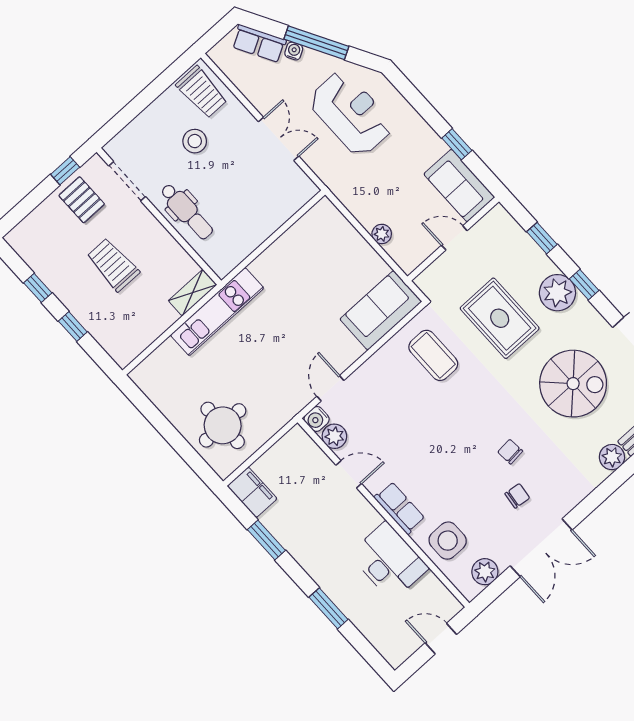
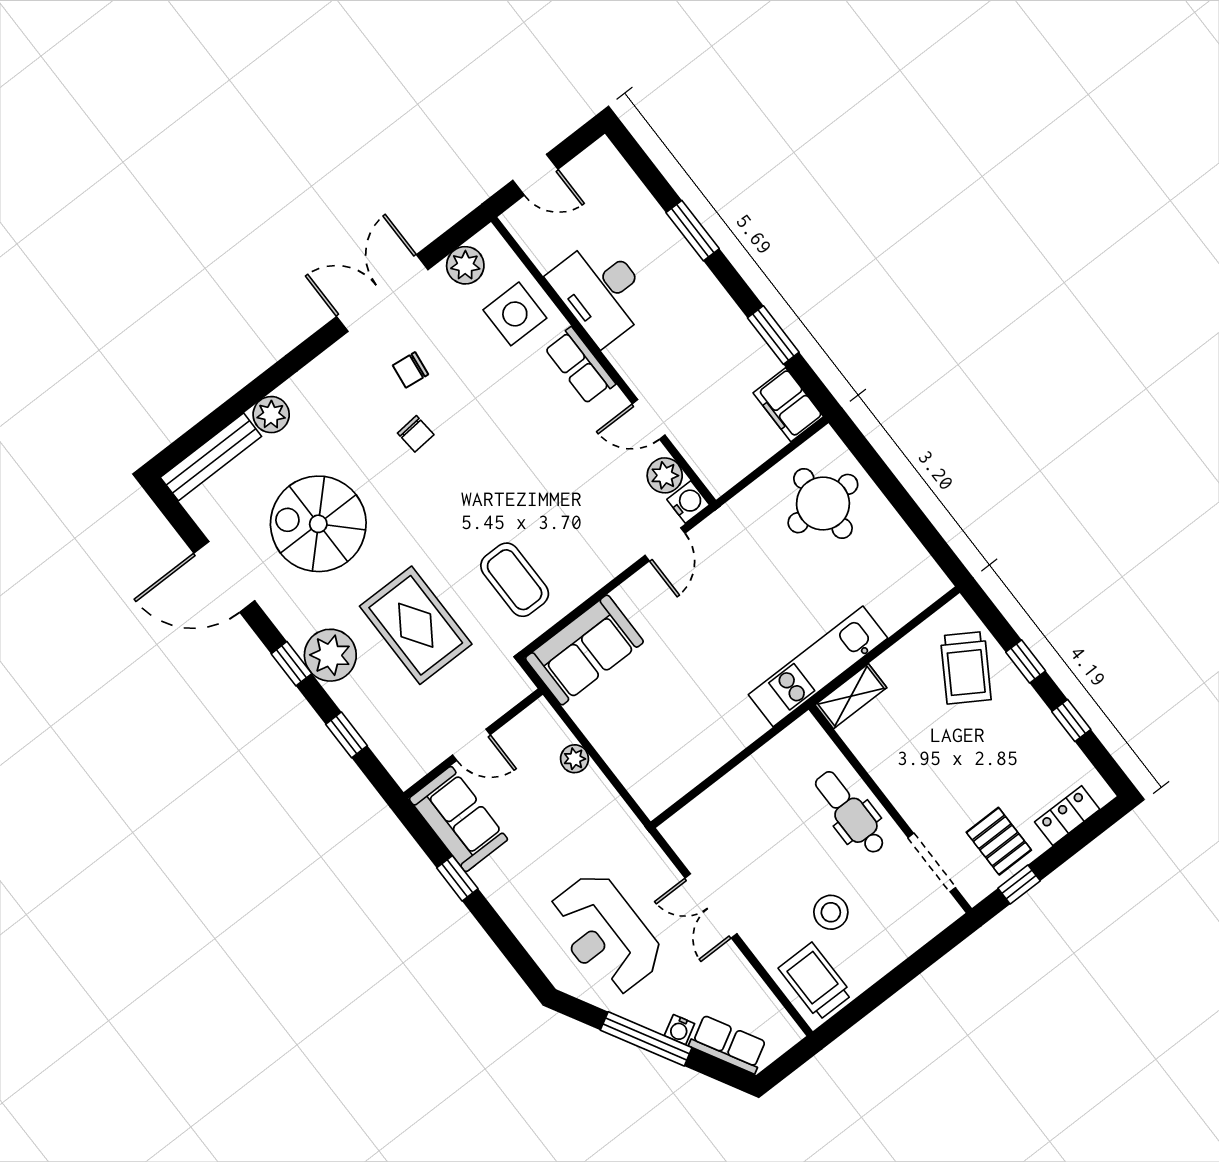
locker: (35, 221) -> (1067, 816), added
trolley: (113, 265) -> (966, 668), moved, turned 32

